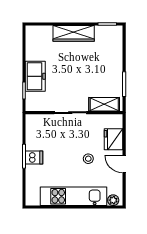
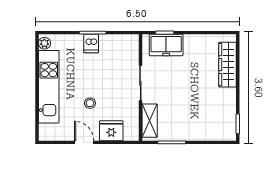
wardrobe: (74, 33) -> (227, 65), moved
freezer: (35, 76) -> (166, 45), moved
door: (124, 164) -> (84, 142), hinge flipped
plant: (113, 200) -> (44, 43), moved

